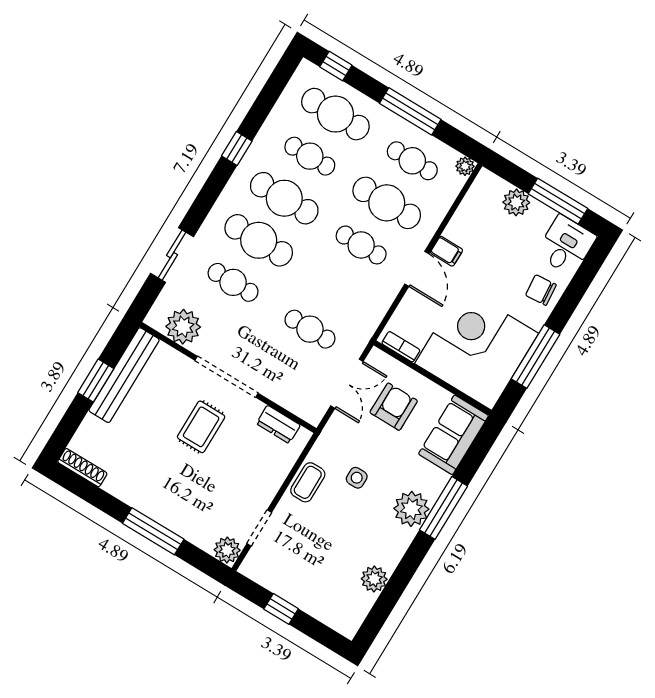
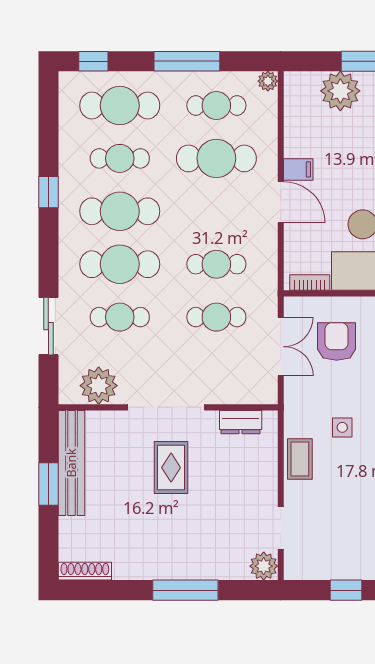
plant: (516, 202) -> (340, 91), width x1.36, depth x1.36
cafe table: (361, 245) -> (216, 264), moved

